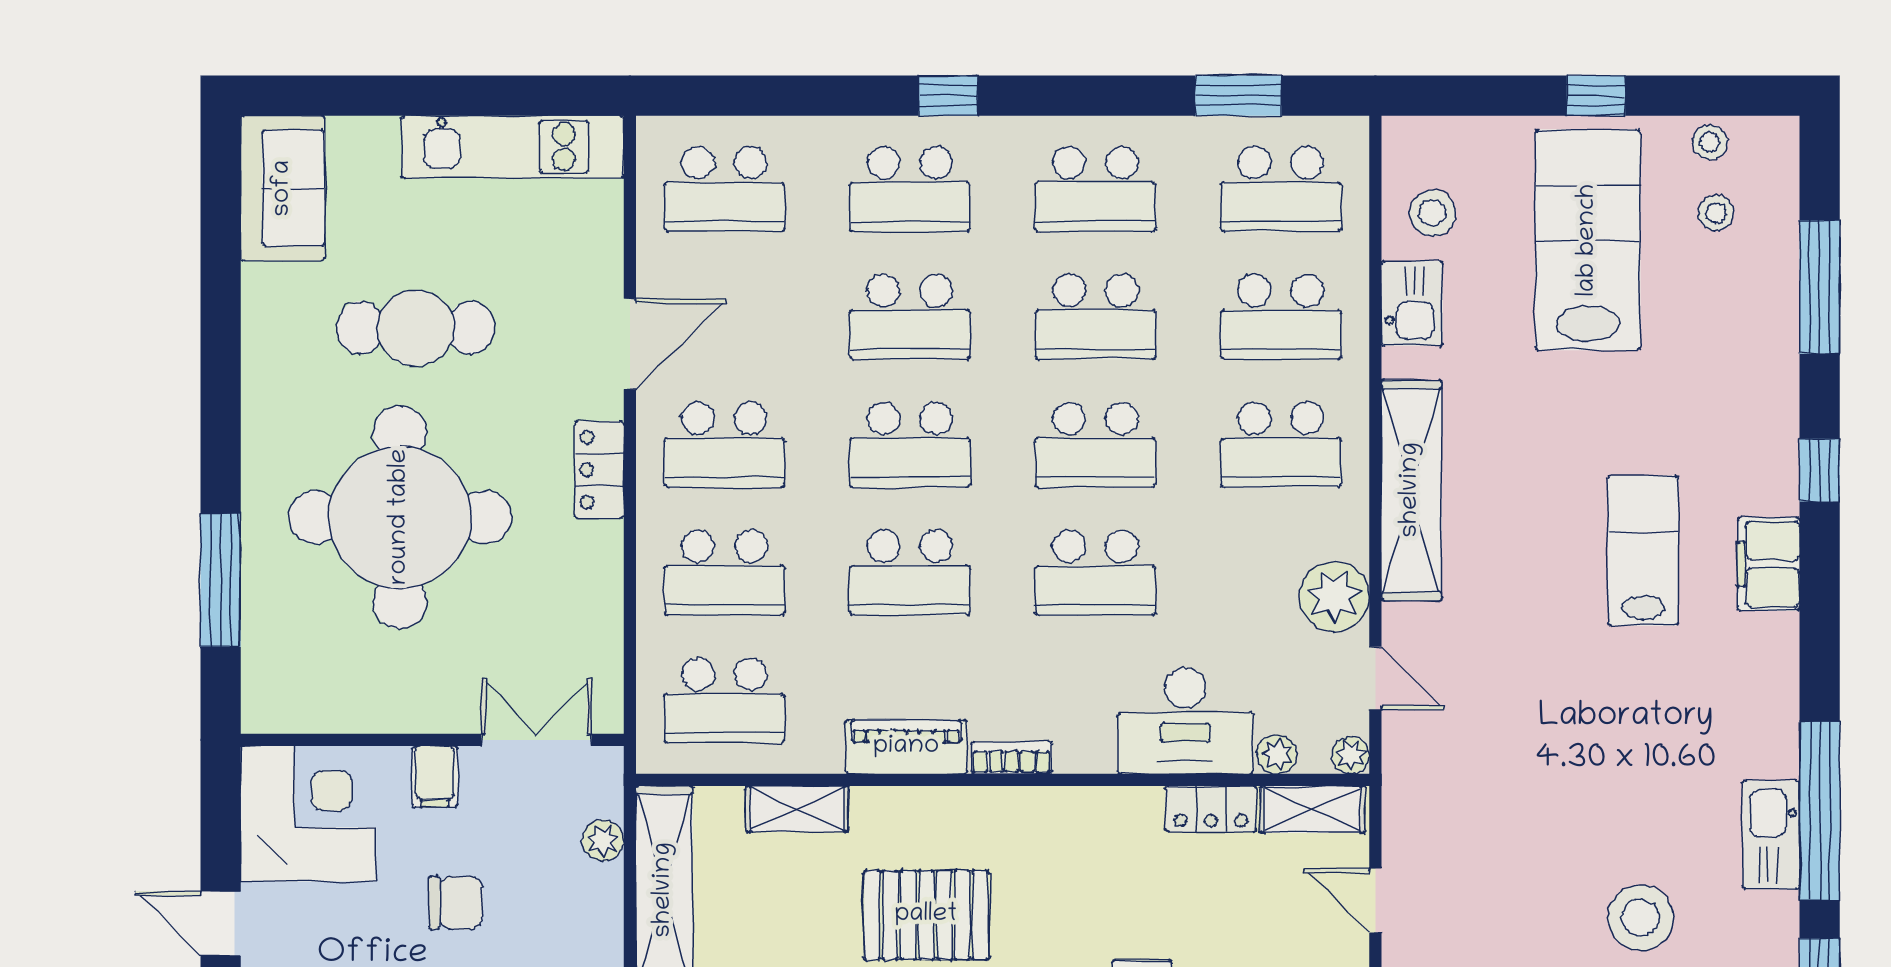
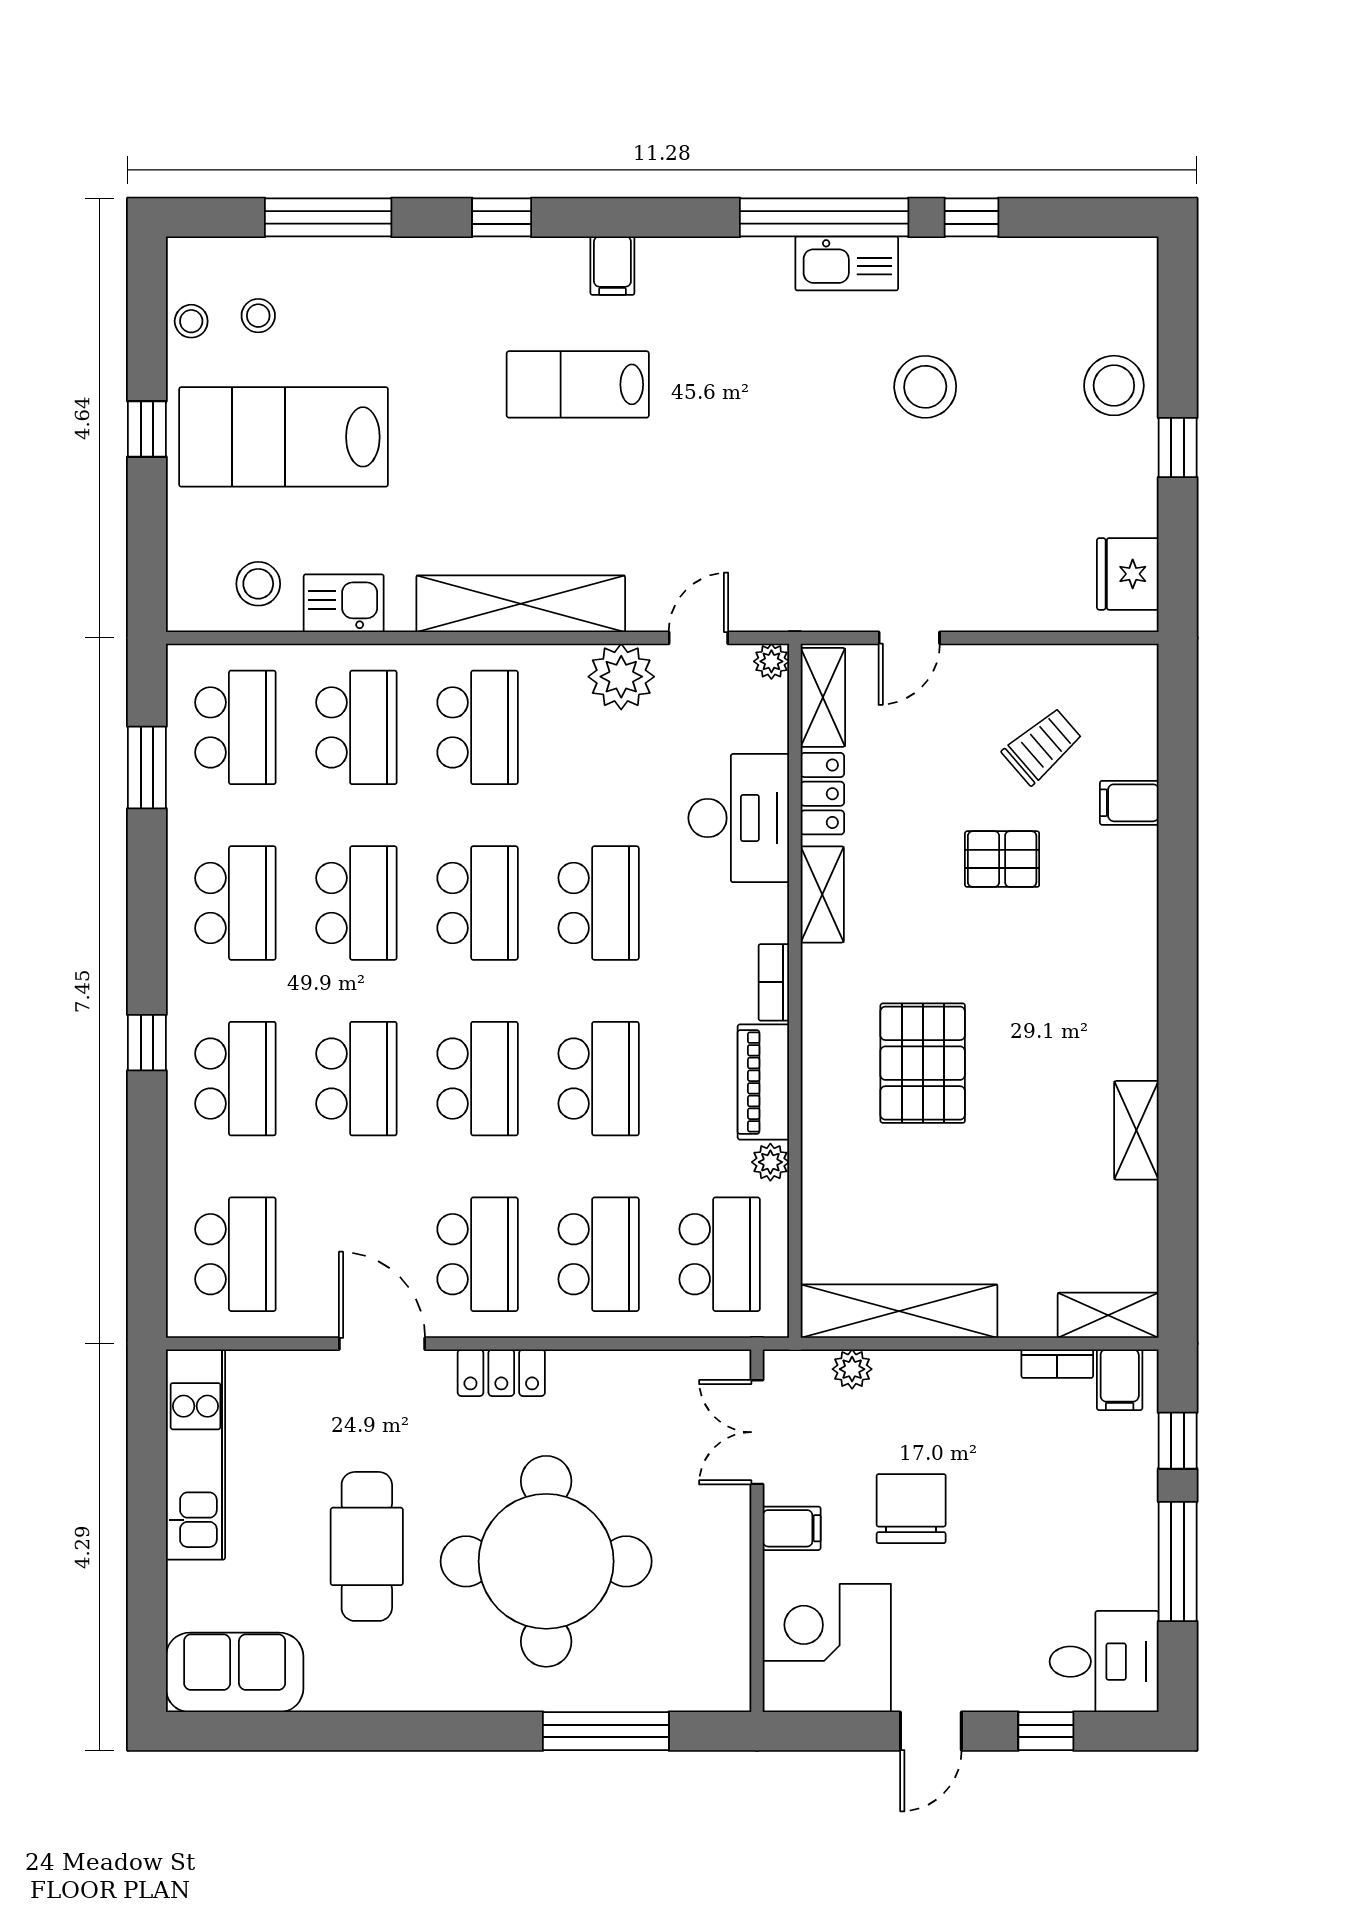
filing cabinet: (1769, 564) -> (612, 266), width x0.50
plant: (1277, 754) -> (770, 1162), moved
shelving: (797, 809) -> (822, 894), moved
chair: (456, 903) -> (911, 1509), width x1.37, depth x1.37

